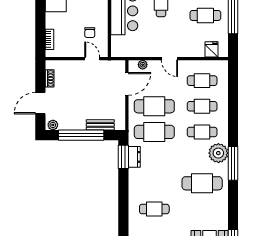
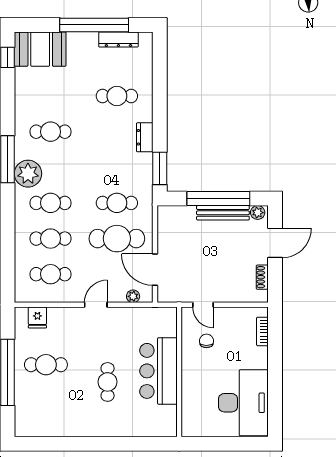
door: (169, 59) -> (96, 305), hinge flipped
door: (127, 84) -> (155, 270), hinge flipped
bench: (100, 125) -> (223, 213), moved, width x1.36
cafe table: (154, 132) -> (117, 203), width x0.73, depth x0.74
dresser: (134, 157) -> (145, 137), moved
cafe table: (202, 183) -> (51, 132), width x0.73, depth x0.74

